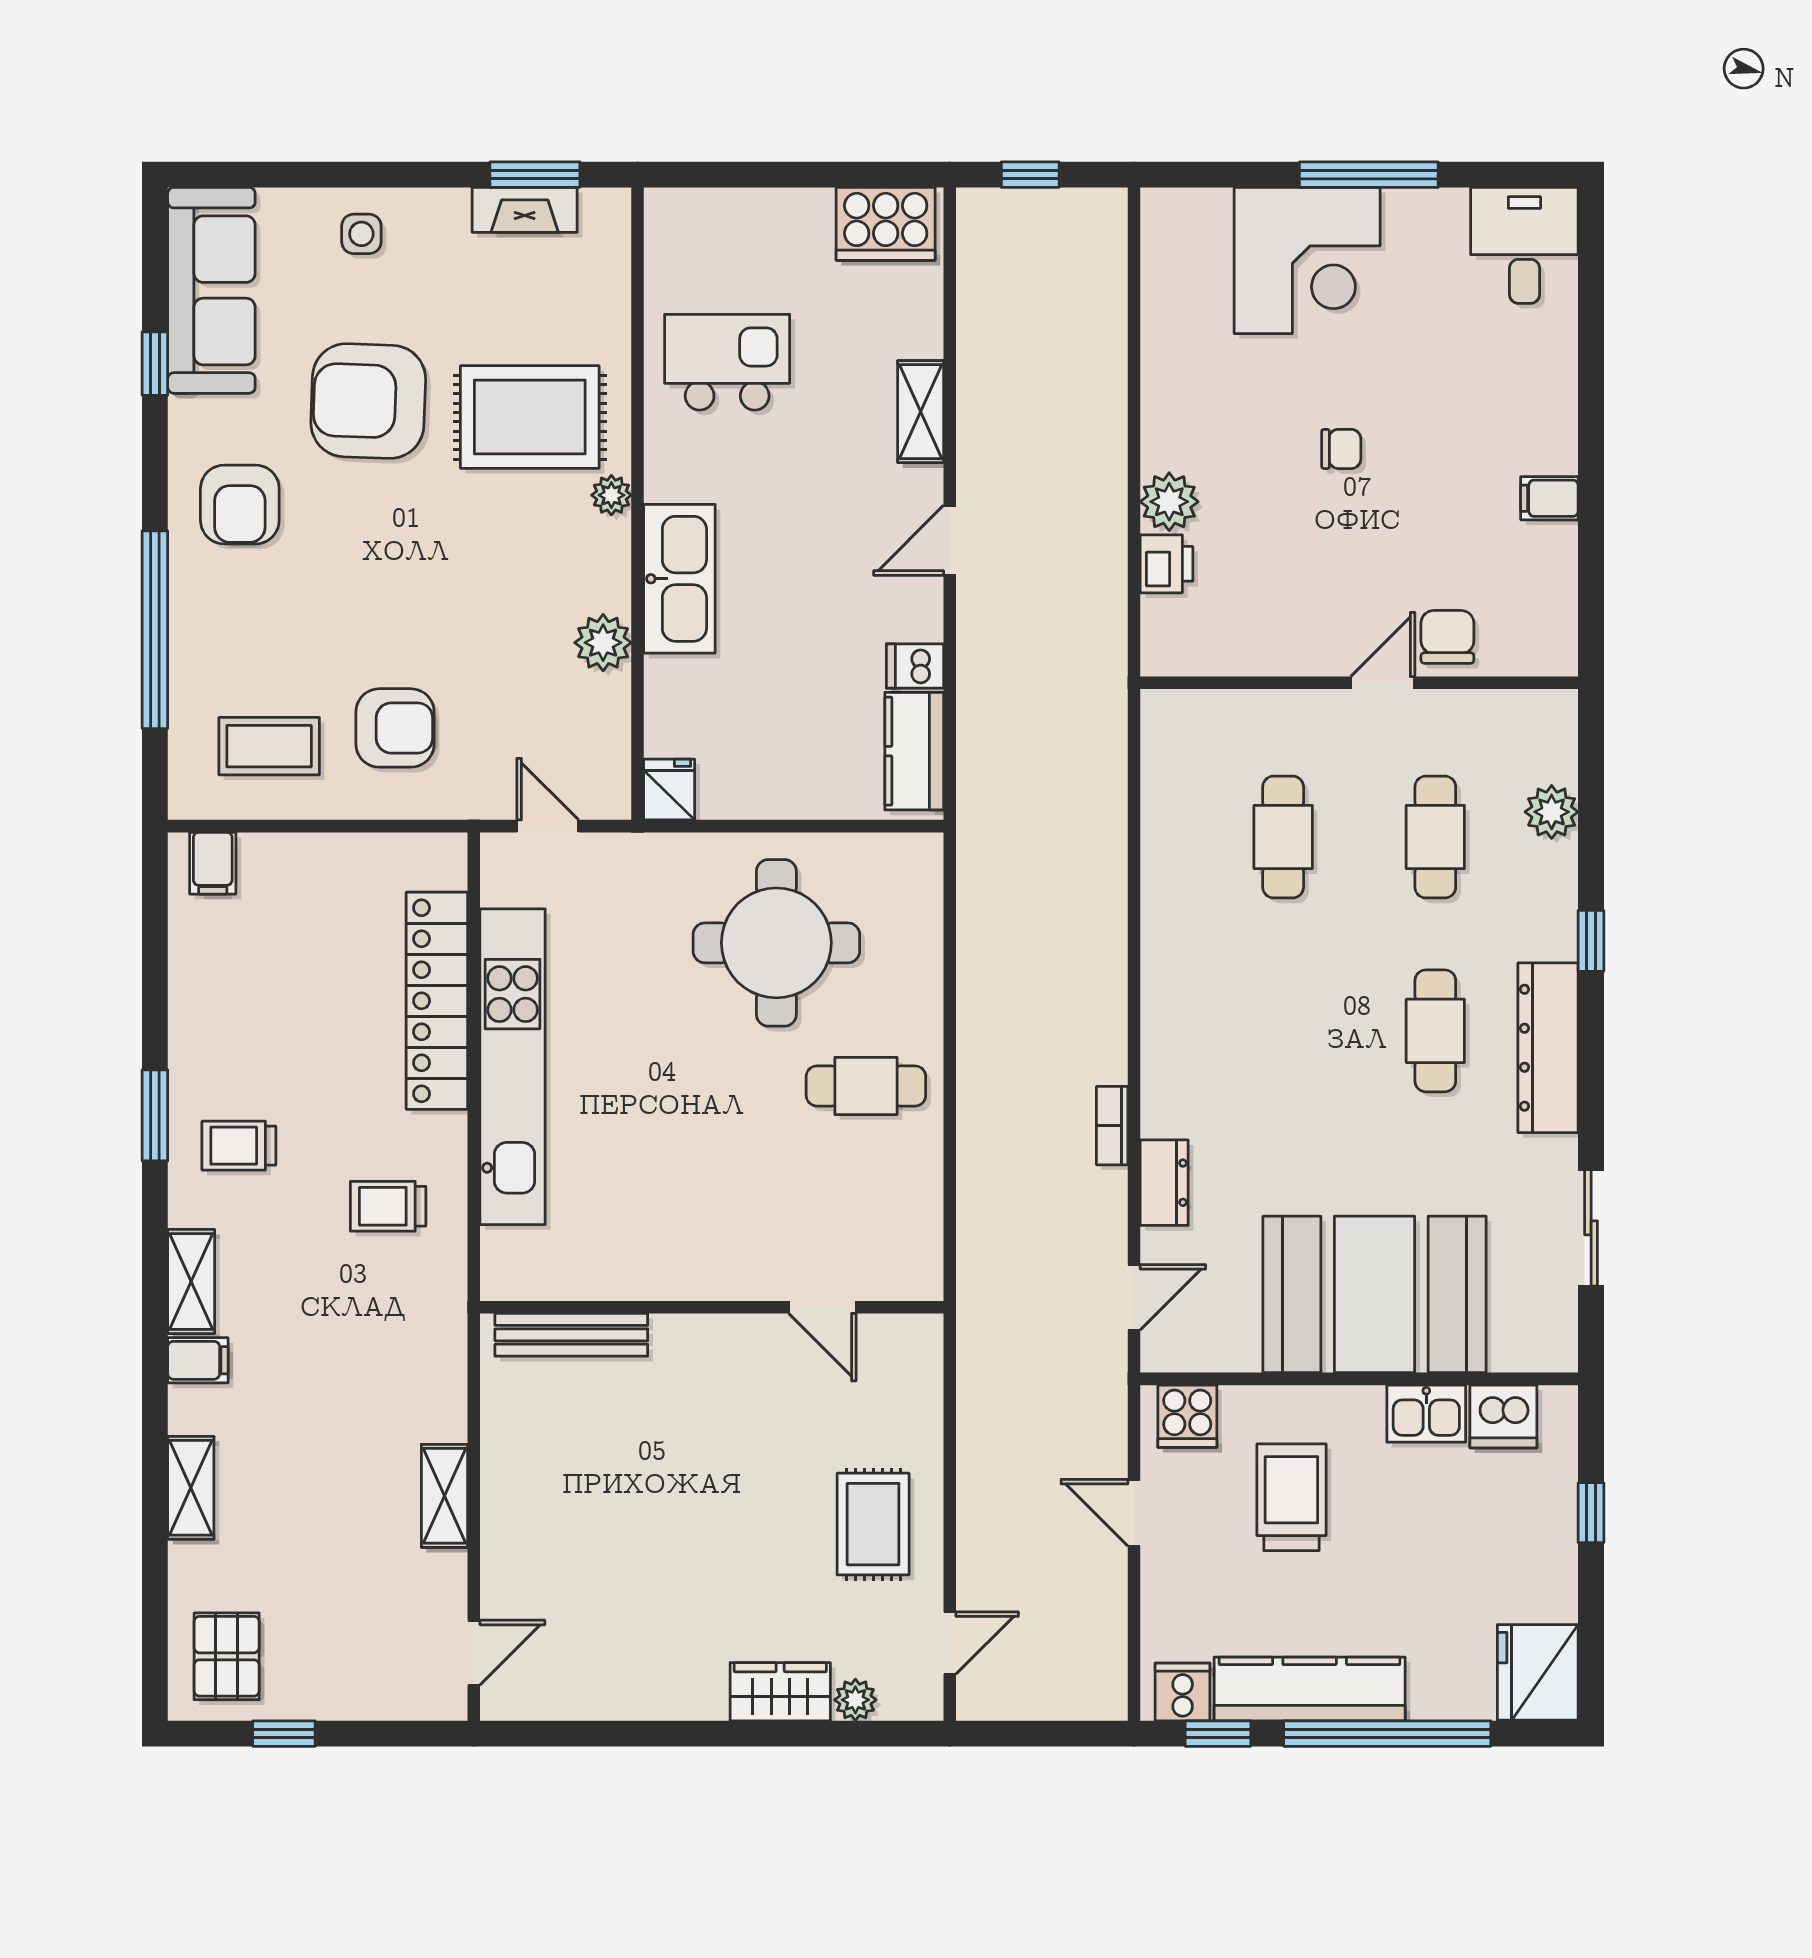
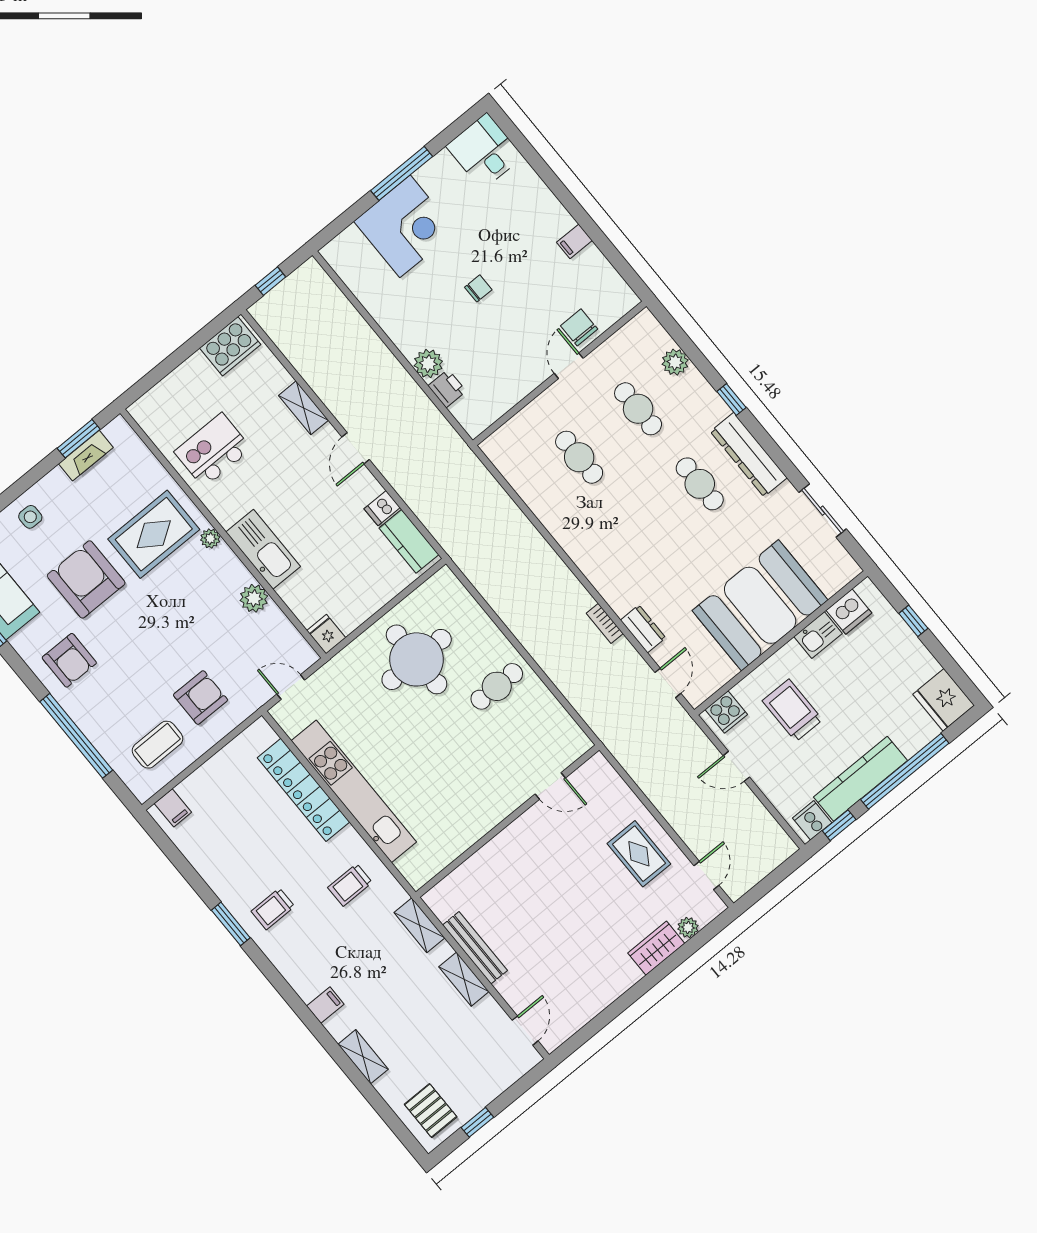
armchair: (368, 401) -> (86, 579), turned 88
shelving: (191, 1282) -> (419, 925), moved
bench: (571, 1335) -> (475, 948), moved, turned 90

